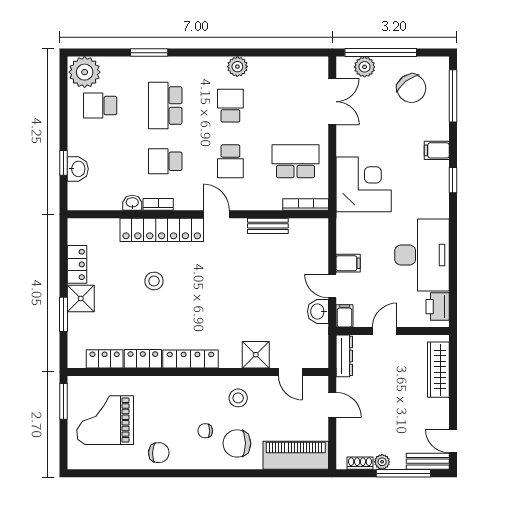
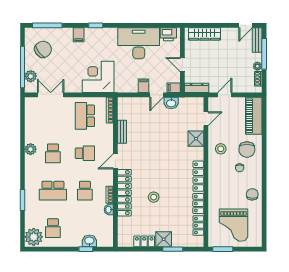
school desk: (230, 106) -> (53, 153), turned -90

